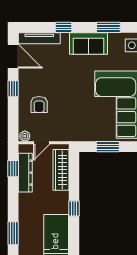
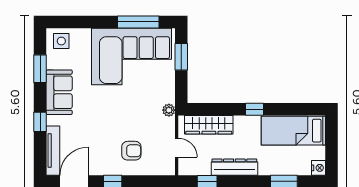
plant: (25, 136) -> (169, 110), moved
window: (108, 147) -> (181, 57), moved
dresser: (25, 173) -> (234, 167), moved

